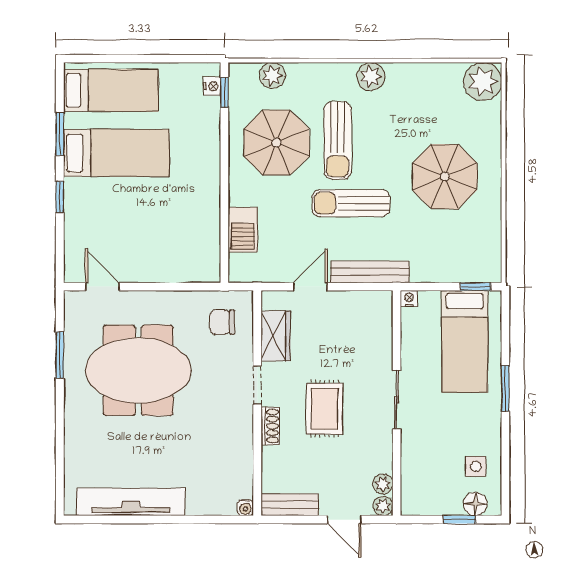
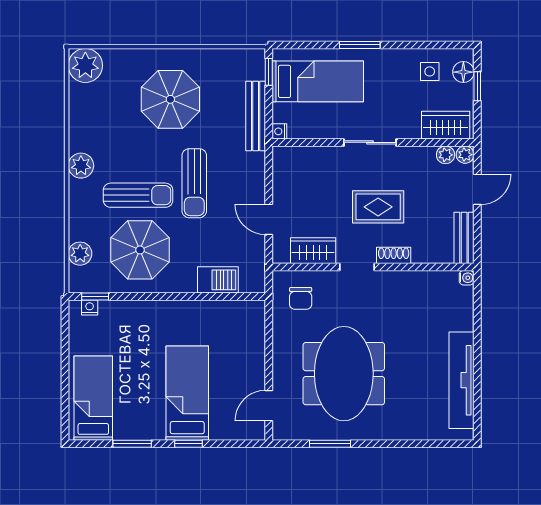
bed: (116, 153) -> (187, 393), moved
bench: (370, 272) -> (256, 116), moved
wardrobe: (416, 484) -> (446, 125), added

